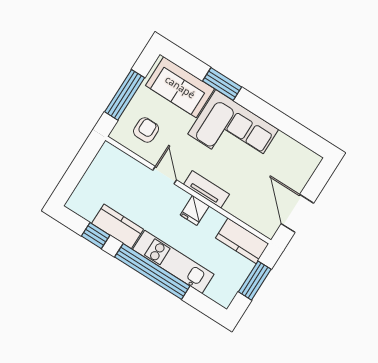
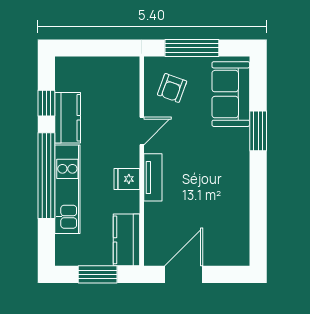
armchair: (146, 130) -> (172, 88), turned 110
corner sofa: (233, 132) -> (221, 168), removed

